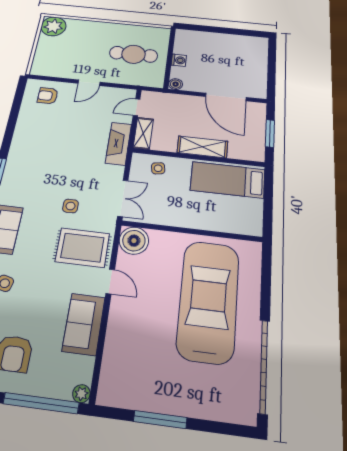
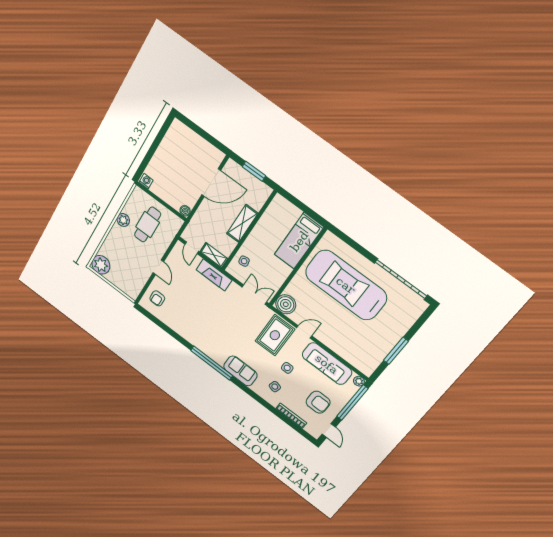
plant: (122, 30) -> (123, 220), added
washing machine: (179, 60) -> (146, 181), moved
bed: (228, 180) -> (299, 241), moved
side table: (70, 206) -> (287, 368), moved
sofa: (84, 324) -> (327, 364), width x1.36

